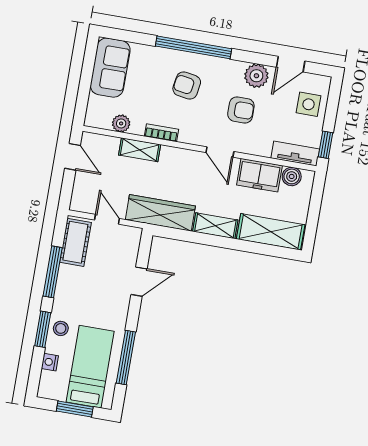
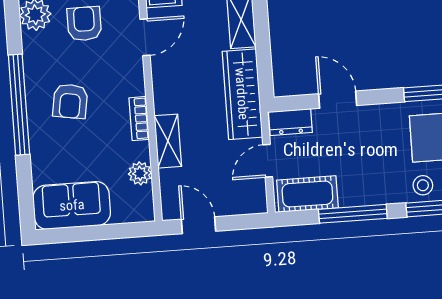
door: (73, 157) -> (198, 225), hinge flipped
dresser: (131, 243) -> (290, 122), added

